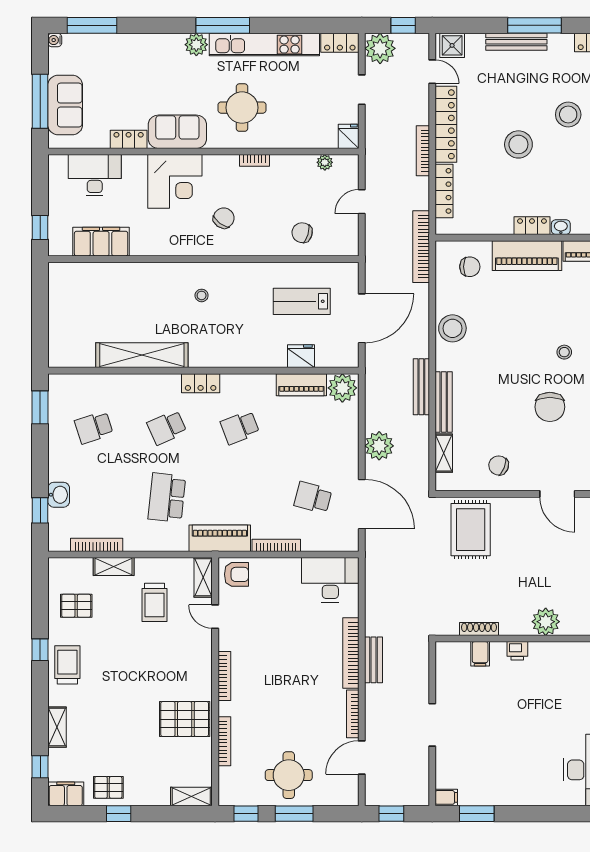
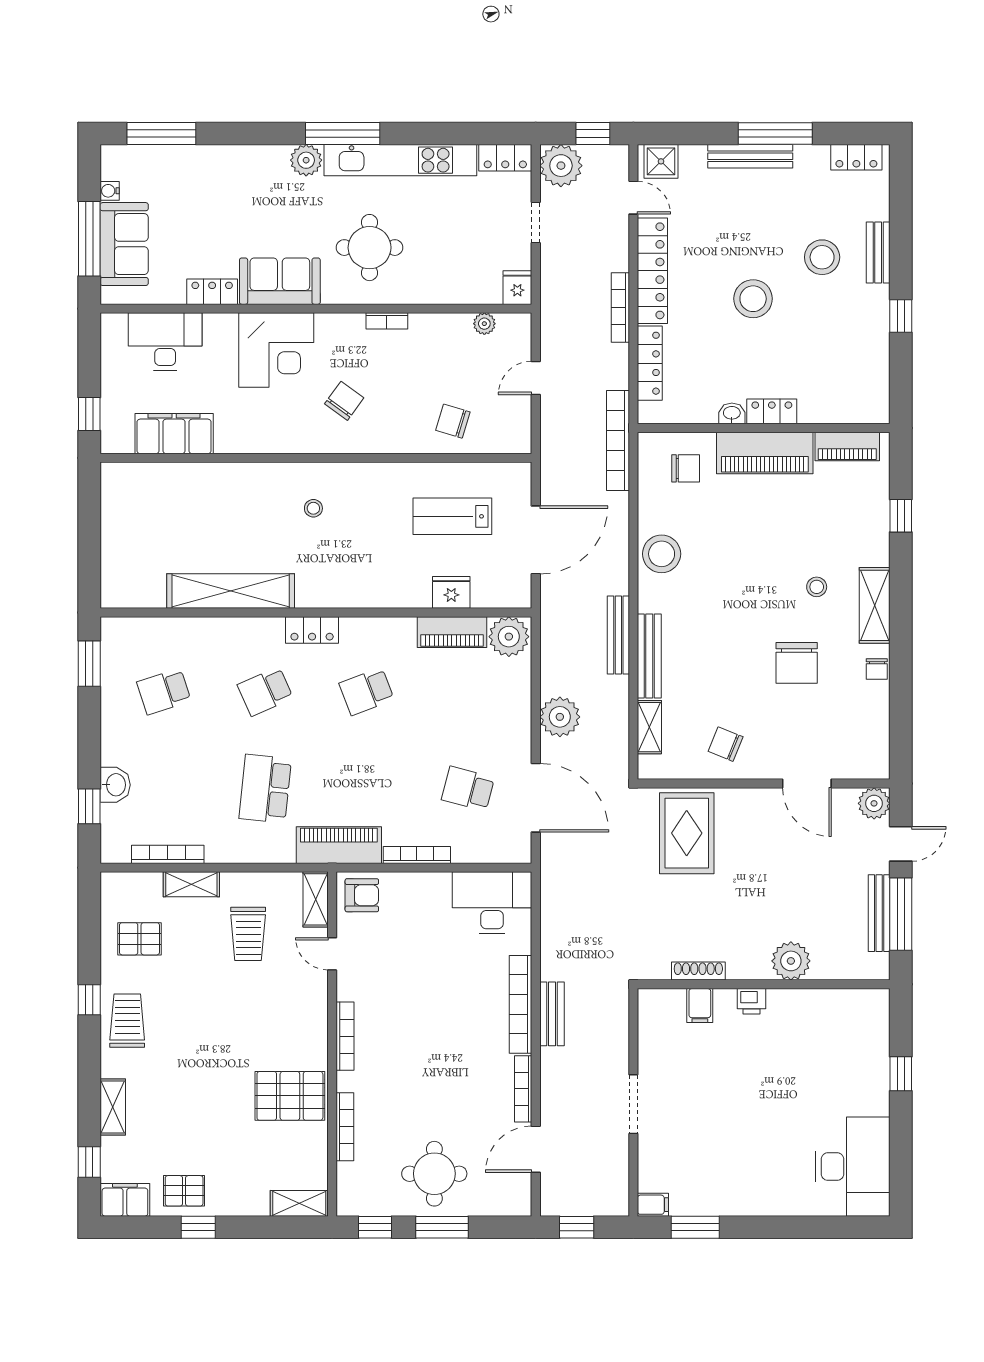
water cooler: (55, 40) -> (110, 191), moved
washbasin: (561, 227) -> (732, 413), moved

